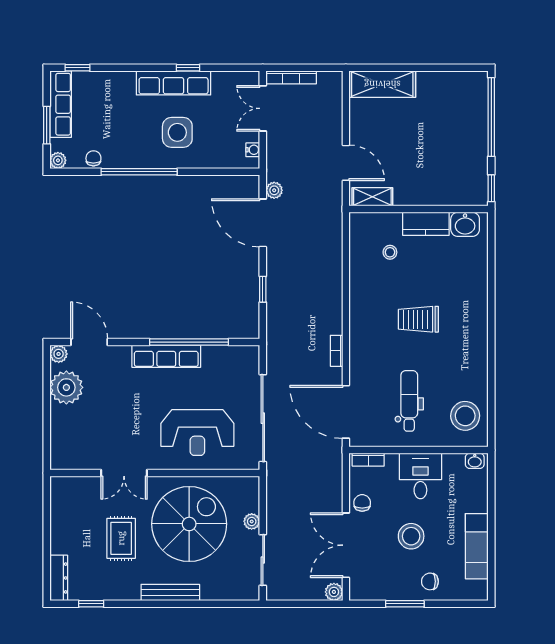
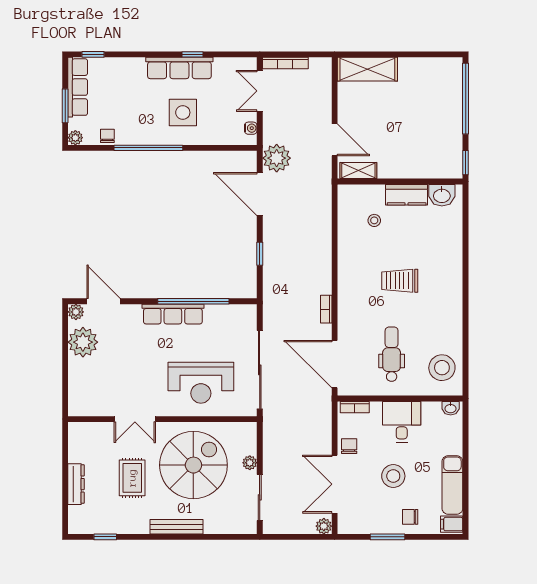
plant: (274, 190) -> (277, 158), width x1.88, depth x1.88
dresser: (59, 578) -> (76, 484), moved
filing cabinet: (476, 590) -> (452, 524), added

